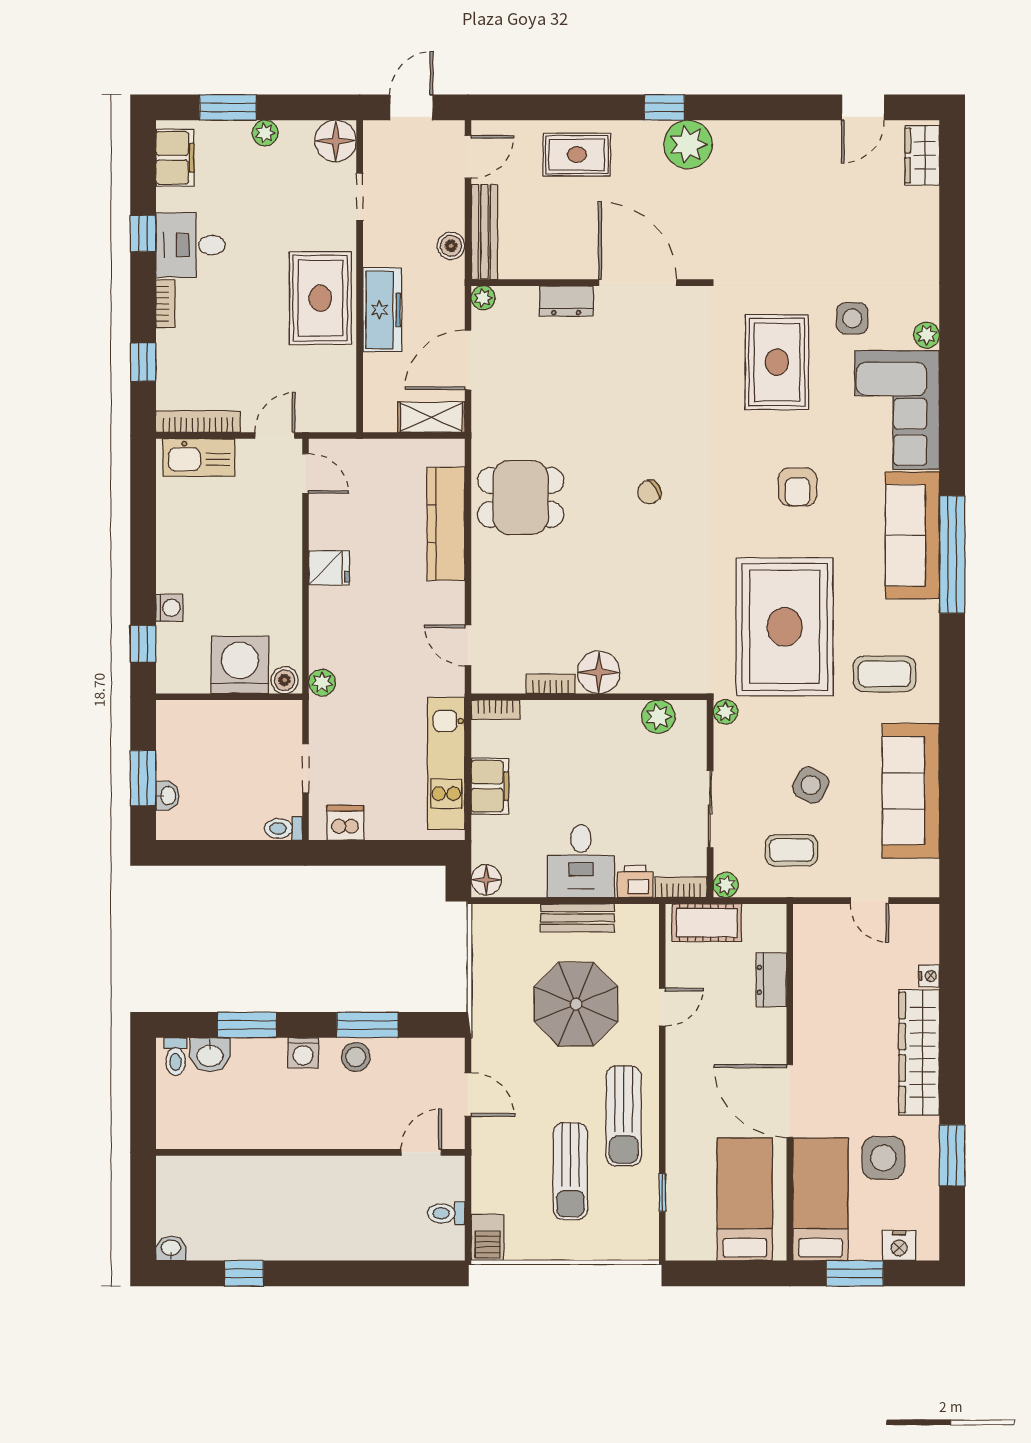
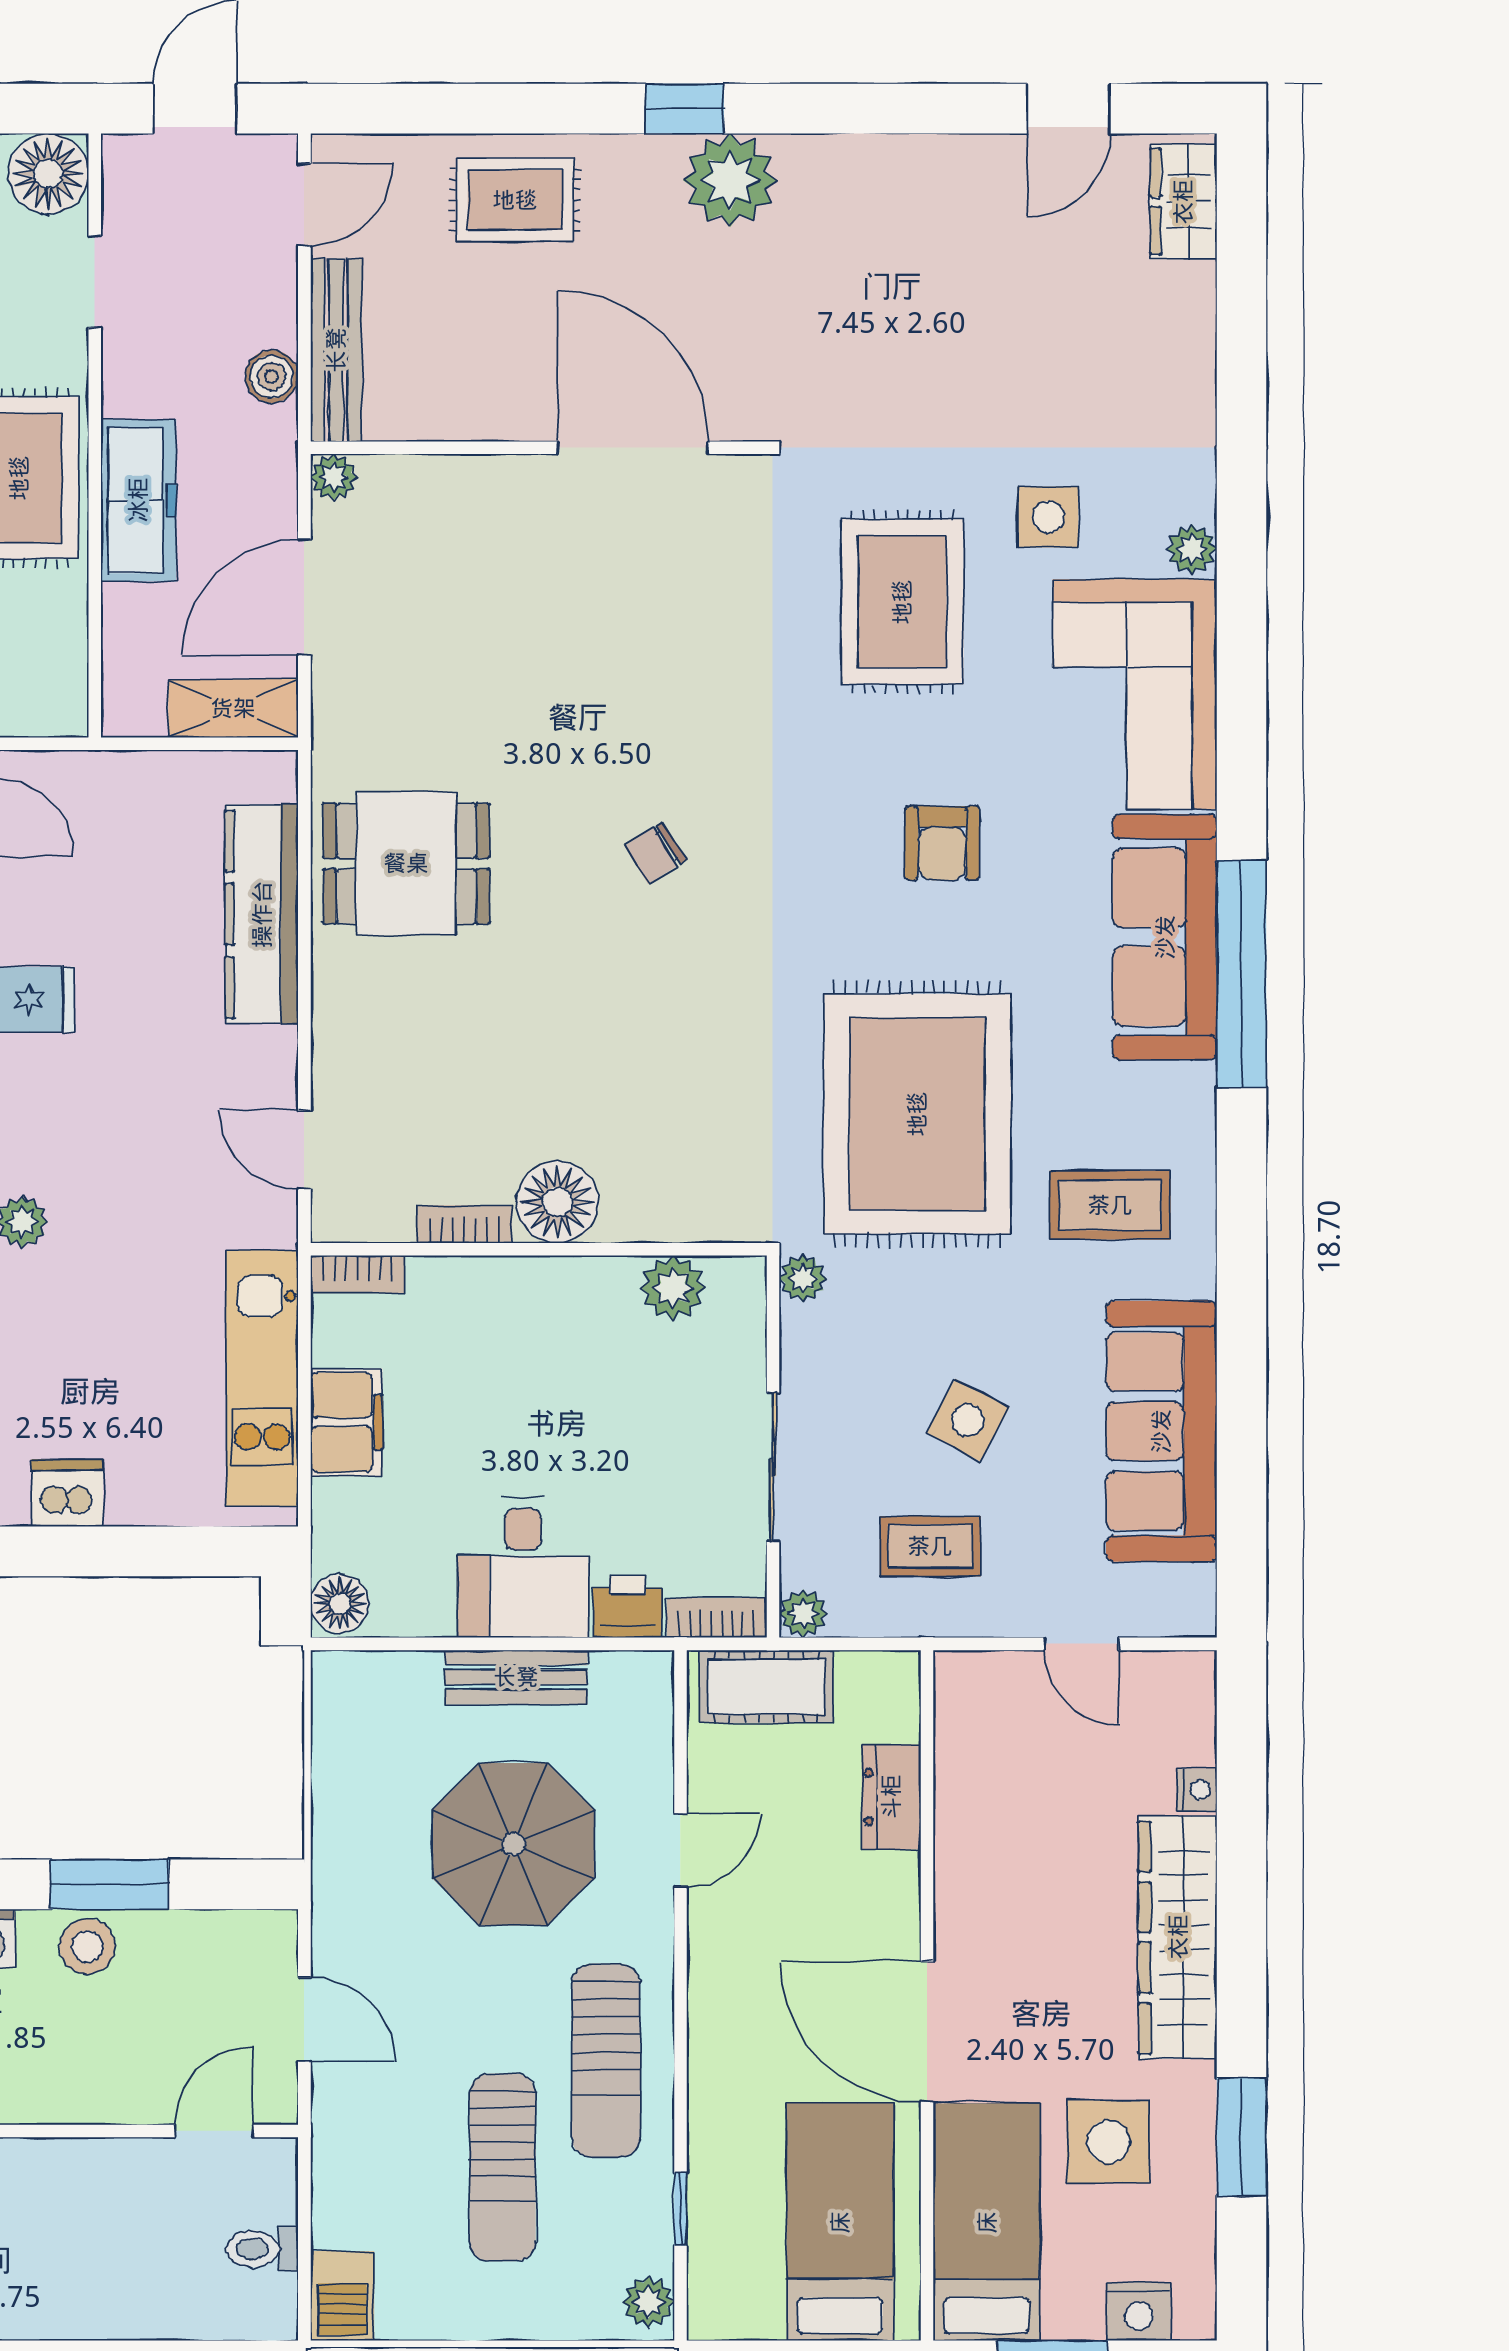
dresser: (566, 301) -> (494, 483), removed
plant: (646, 1241) -> (648, 2302), added

